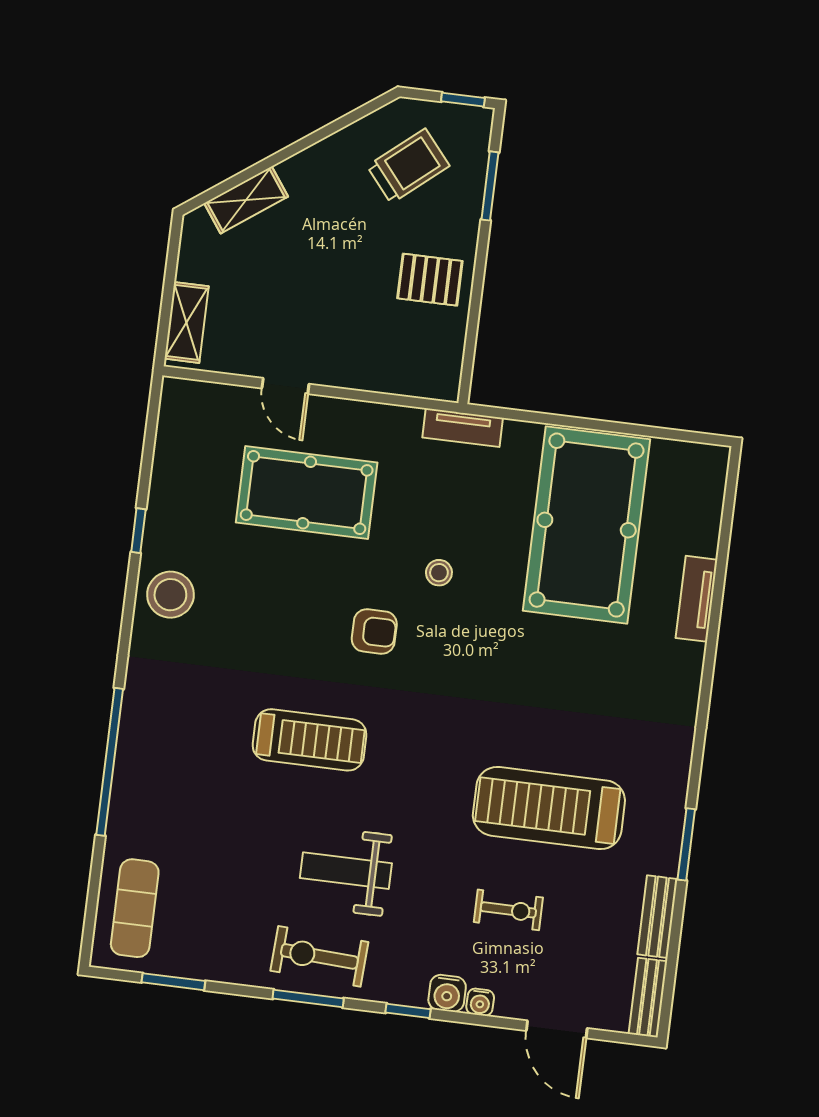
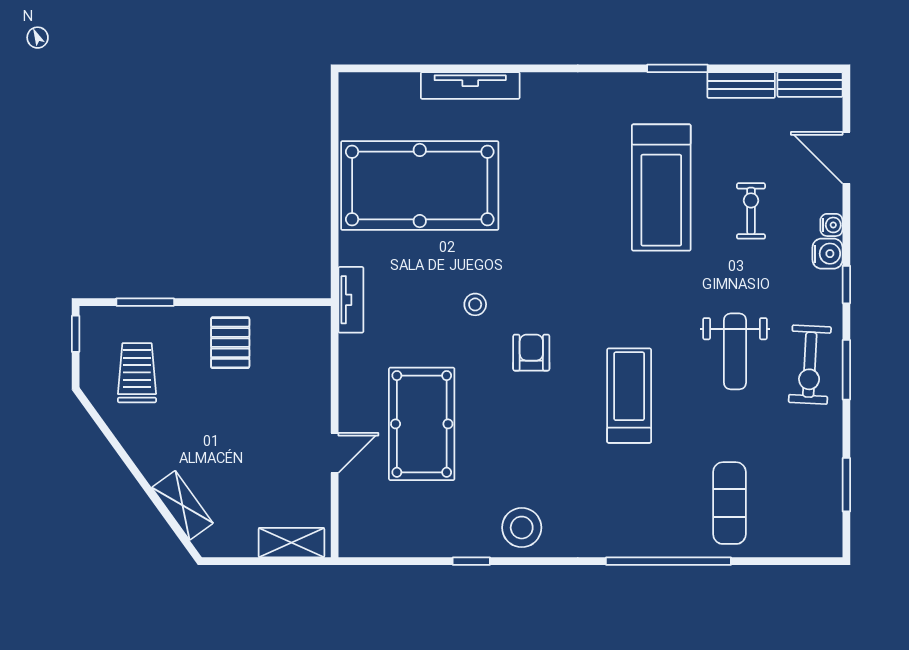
trolley: (408, 166) -> (137, 373), turned 40
tv unit: (696, 599) -> (470, 86), width x1.41
exercise mat: (135, 908) -> (729, 503), moved, turned 90
door: (557, 1029) -> (846, 158), swing flipped

